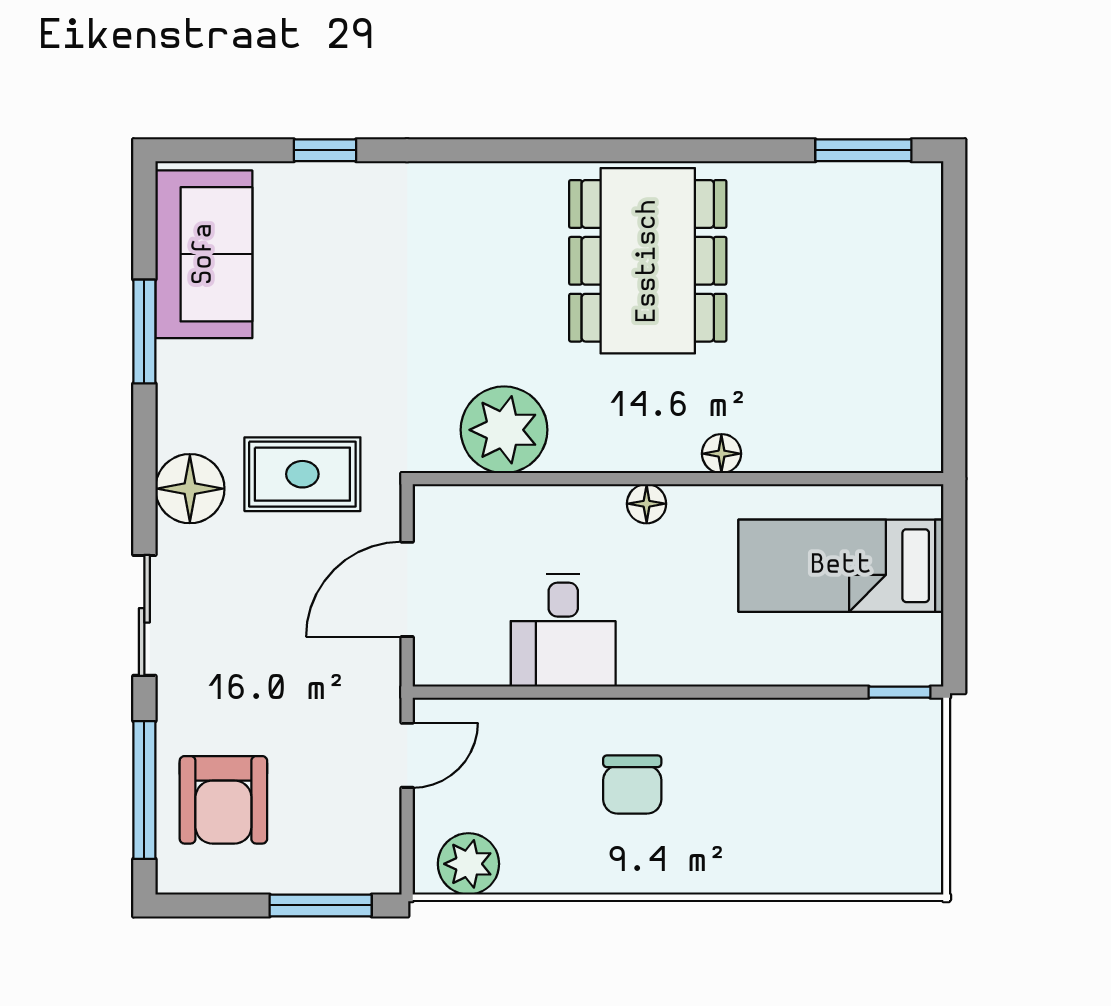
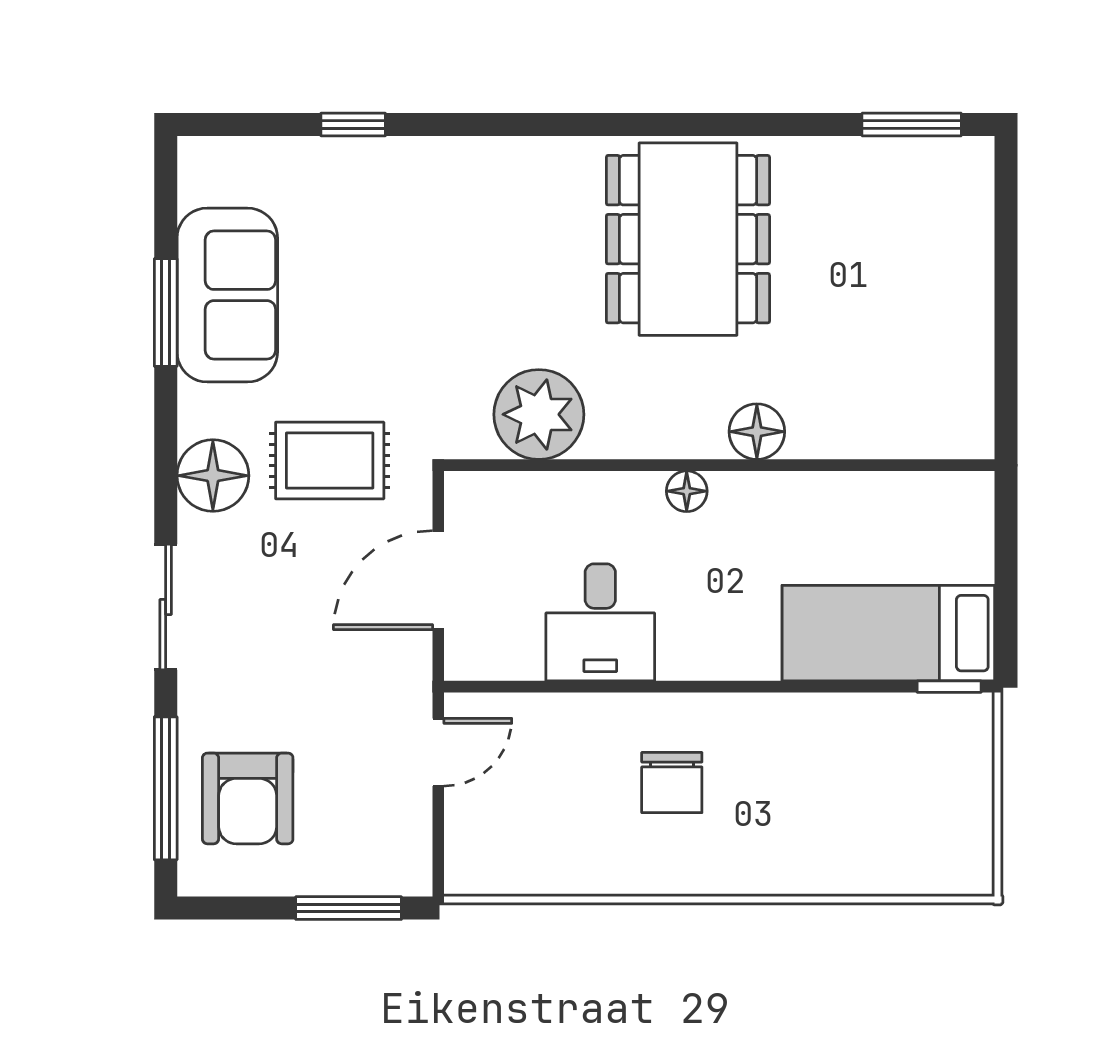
sofa: (204, 254) -> (227, 295), moved
floor lamp: (721, 454) -> (757, 432), width x1.37, depth x1.37
bed: (841, 566) -> (888, 633), moved
plant: (468, 864) -> (502, 865), removed

